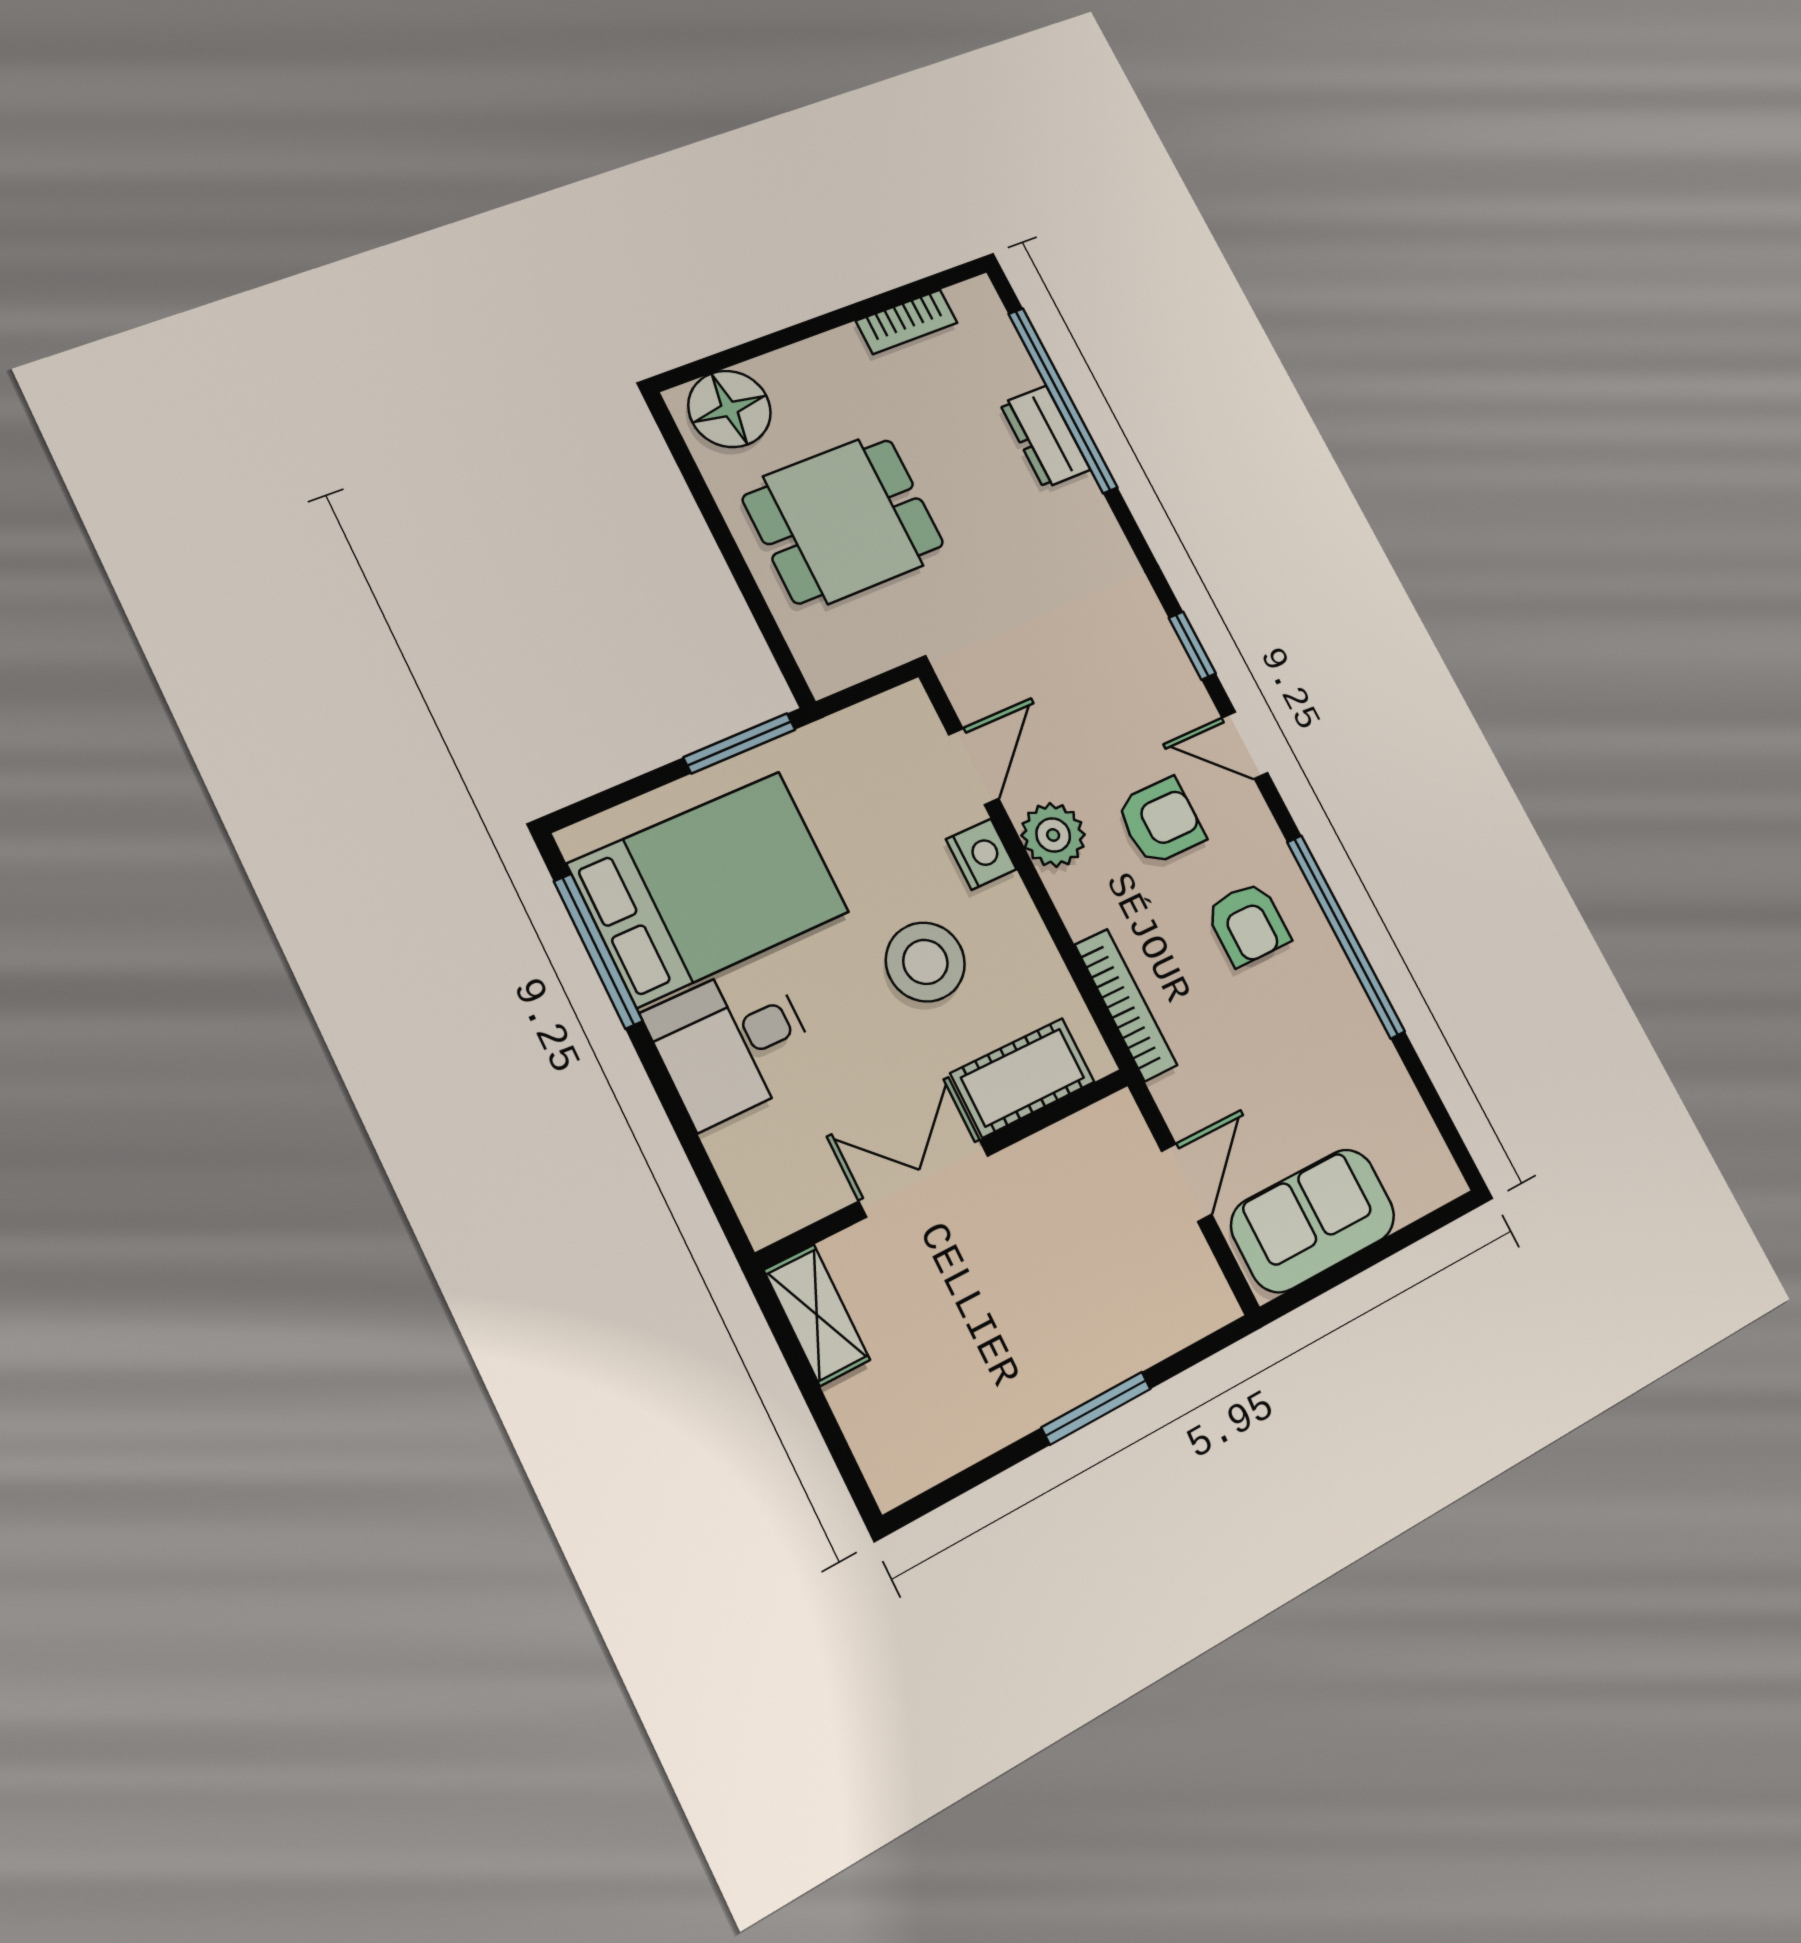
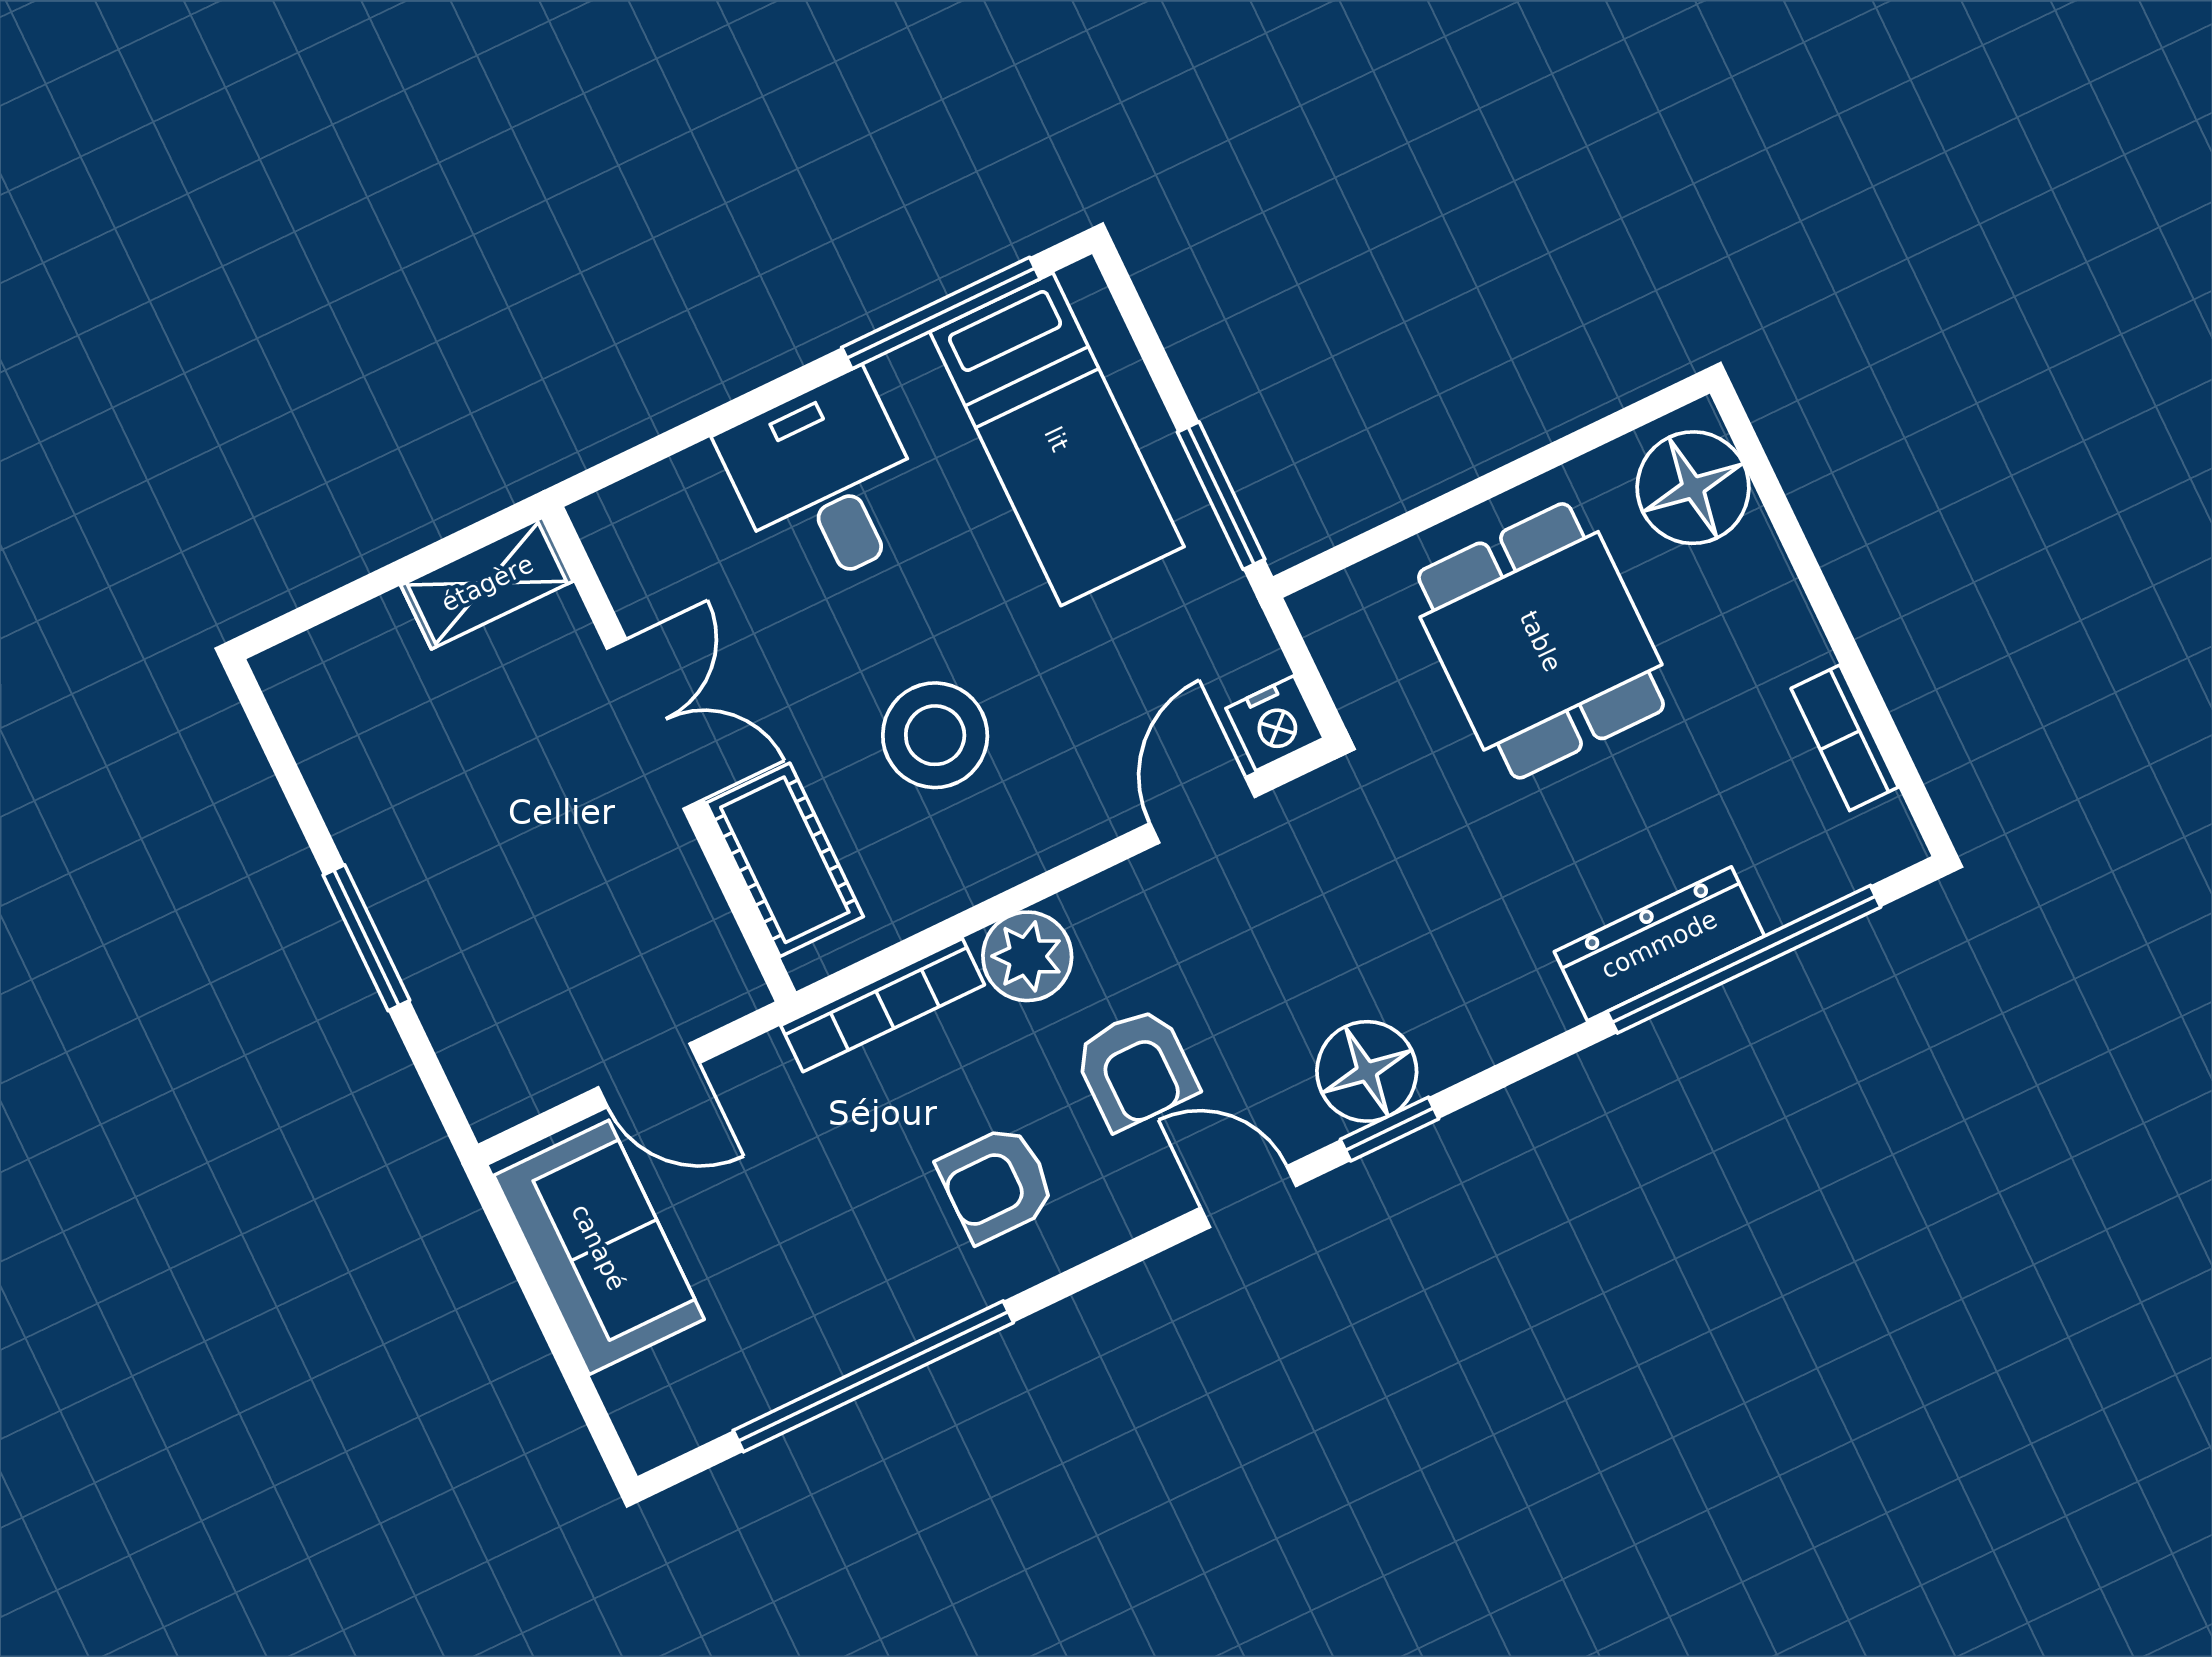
dresser: (1045, 437) -> (1659, 944), width x1.44
floor lamp: (1153, 659) -> (1367, 1071), added
door: (1245, 745) -> (1248, 1197), hinge flipped
door: (974, 766) -> (1202, 810), swing flipped
plant: (1053, 835) -> (1027, 956), moved
nightstand: (981, 854) -> (1275, 723), moved
bed: (709, 888) -> (1057, 439), width x0.67
window: (1346, 936) -> (873, 1376), moved

